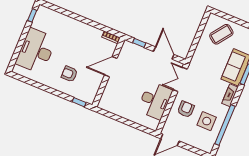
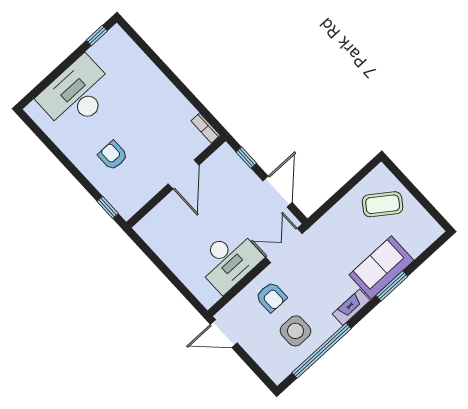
door: (111, 67) -> (184, 174), swing flipped
armchair: (186, 109) -> (271, 297), turned 90

